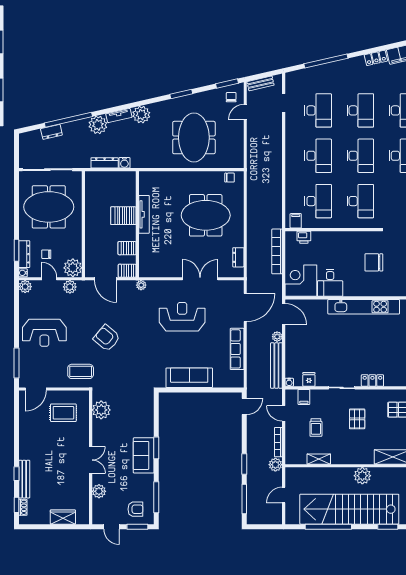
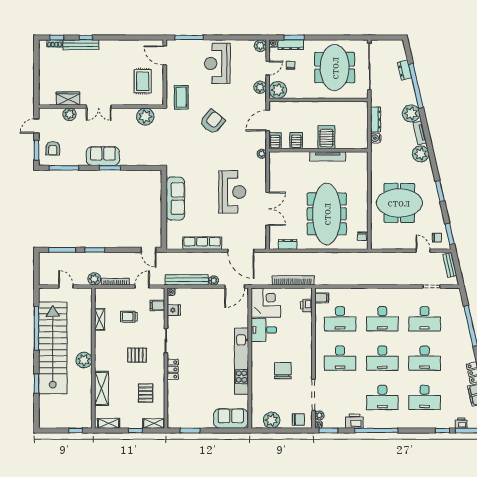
meeting table: (206, 215) -> (327, 214), width x1.36
wardrobe: (63, 517) -> (68, 99), moved, turned -90

